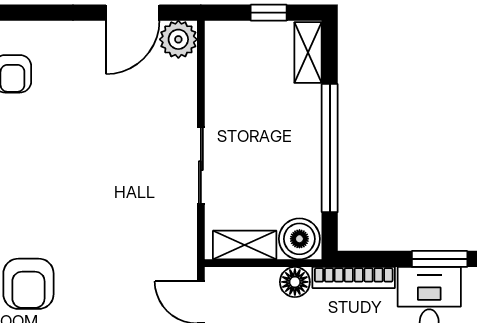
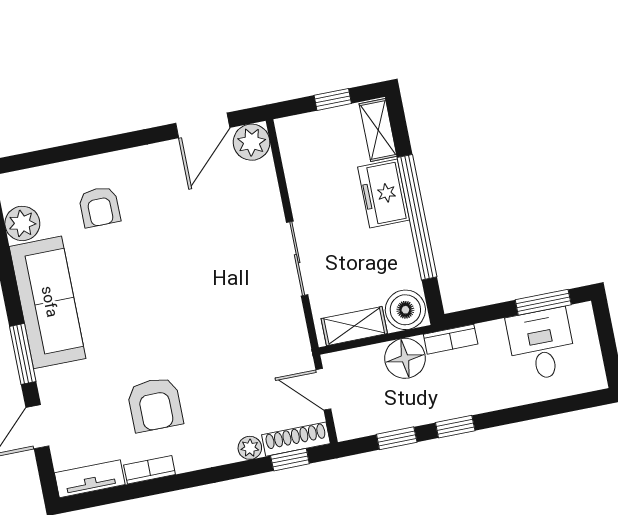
freezer: (301, 118) -> (384, 193), added
bookcase: (354, 277) -> (451, 339), width x0.64
floor lamp: (295, 282) -> (405, 358), width x1.38, depth x1.38

